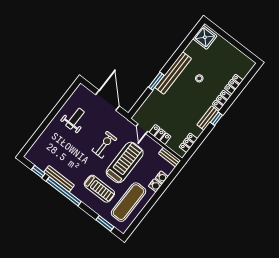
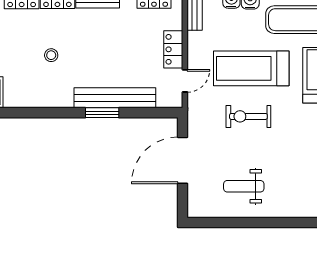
bench: (173, 73) -> (115, 98), moved

